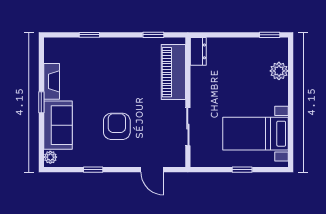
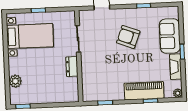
dresser: (198, 51) -> (72, 67), moved
piano: (173, 72) -> (144, 91), moved, turned -90
armchair: (117, 126) -> (128, 37), turned 111
plant: (50, 157) -> (178, 93), moved

